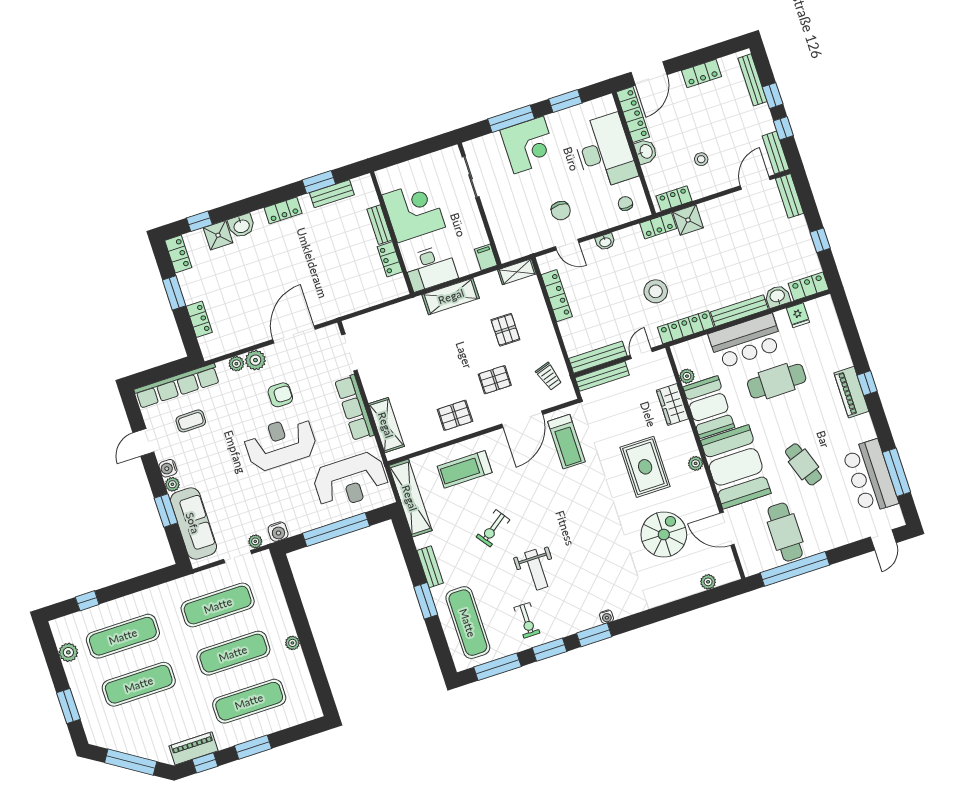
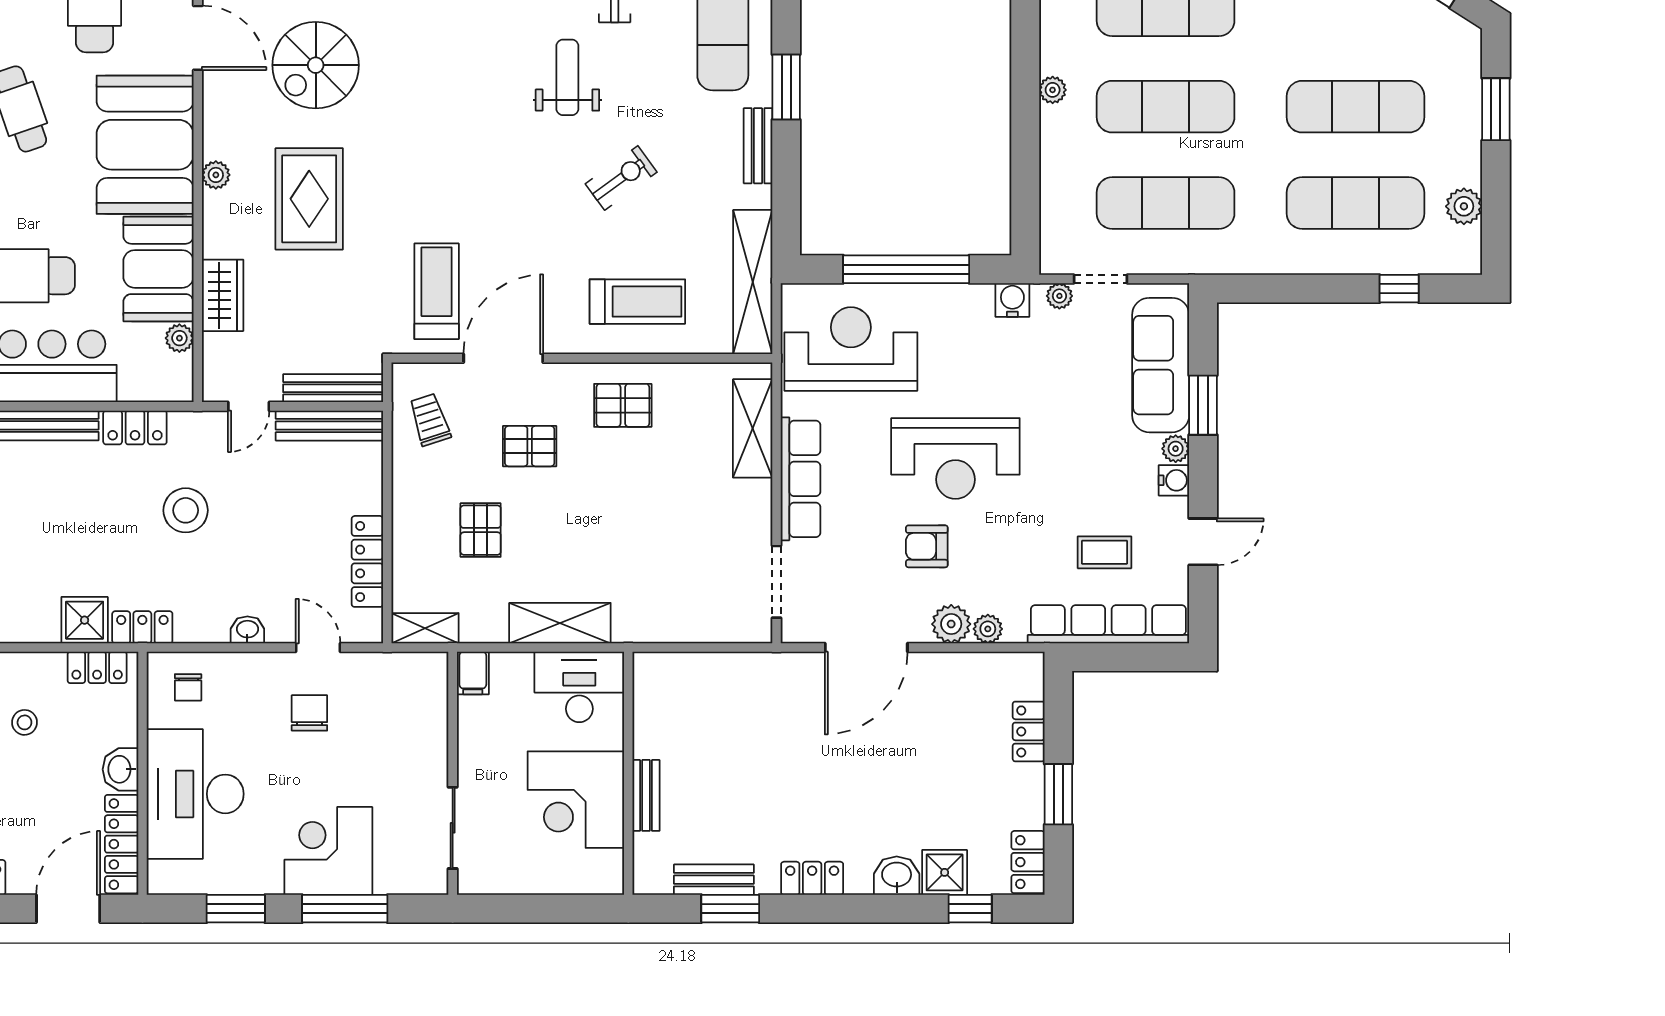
locker: (390, 259) -> (648, 727), removed
locker: (686, 327) -> (135, 427), width x0.66

